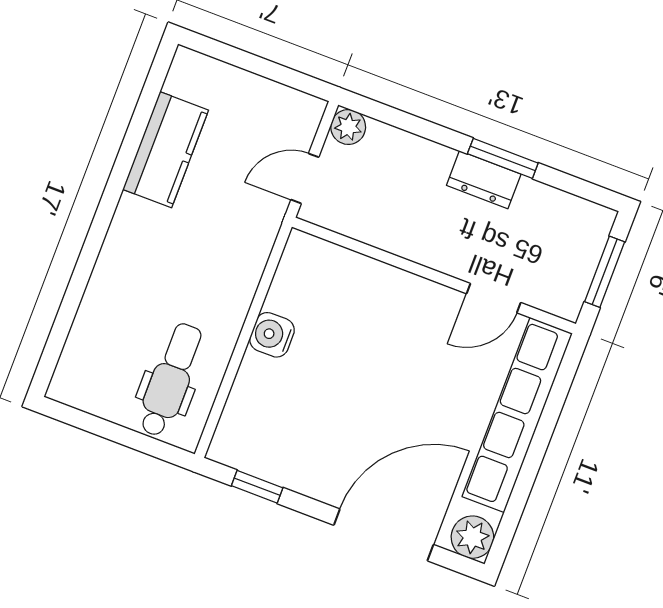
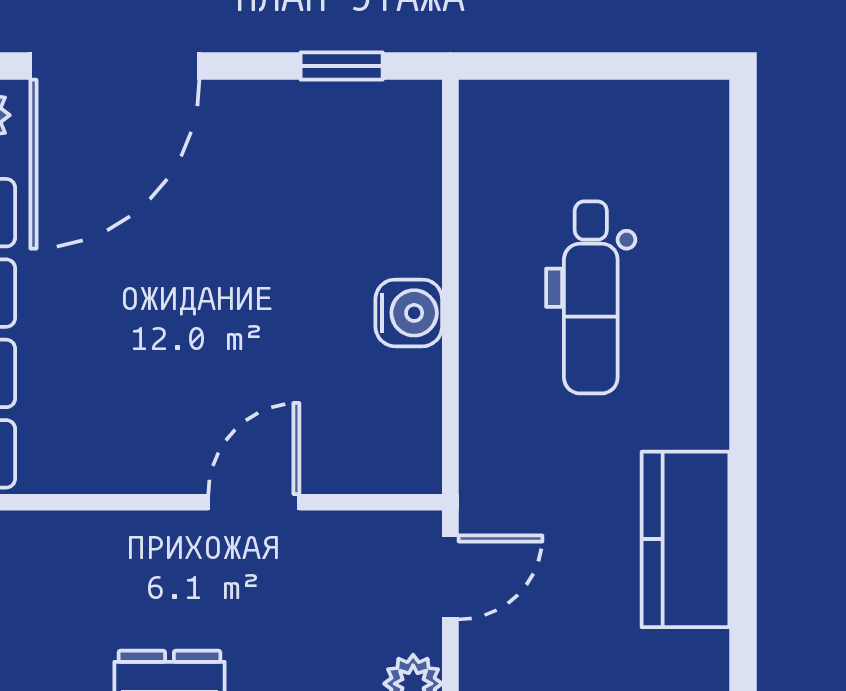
door: (494, 298) -> (254, 502), moved
dental chair: (170, 380) -> (591, 297), moved

